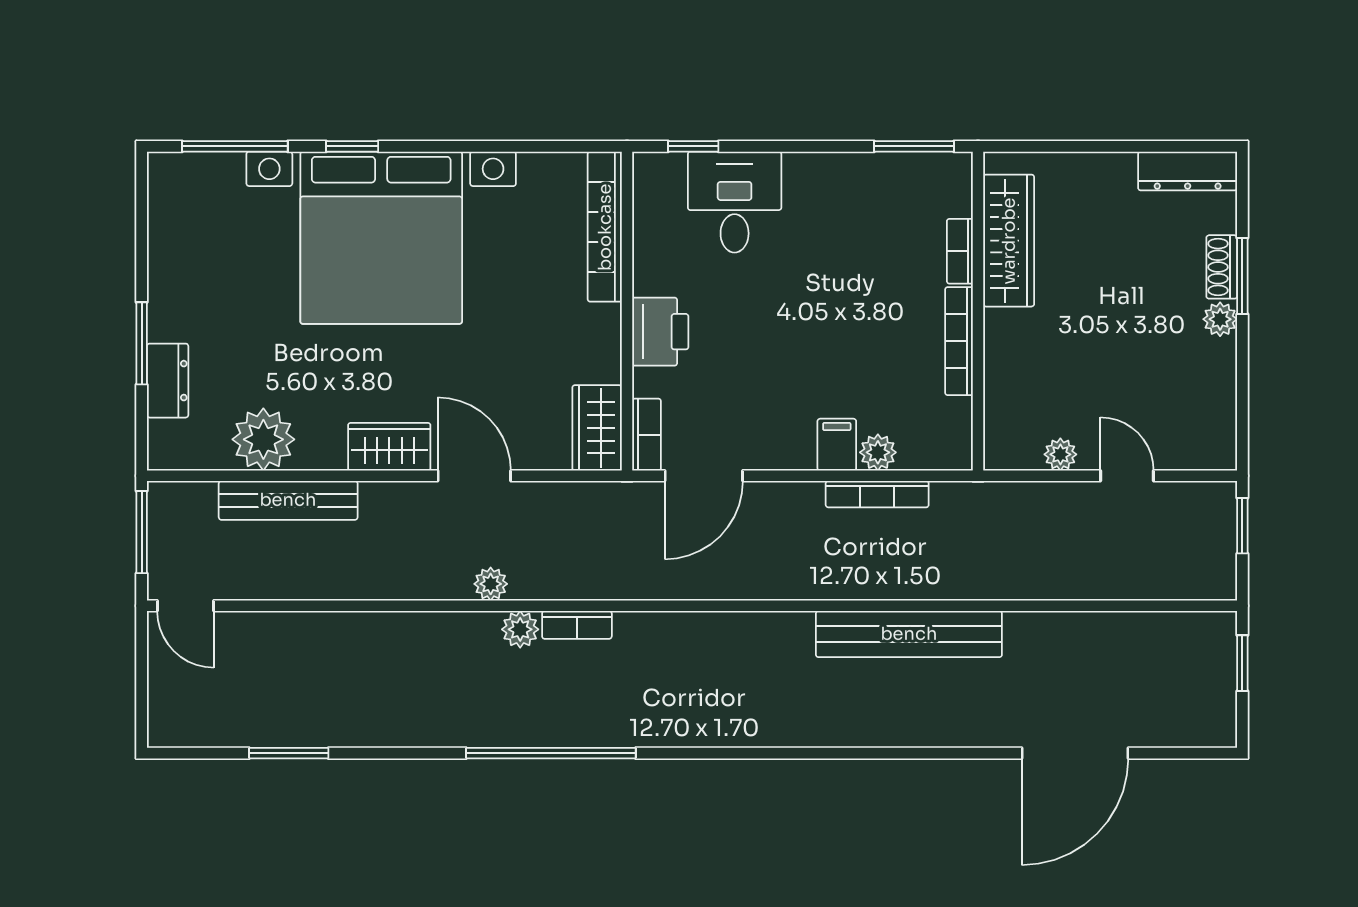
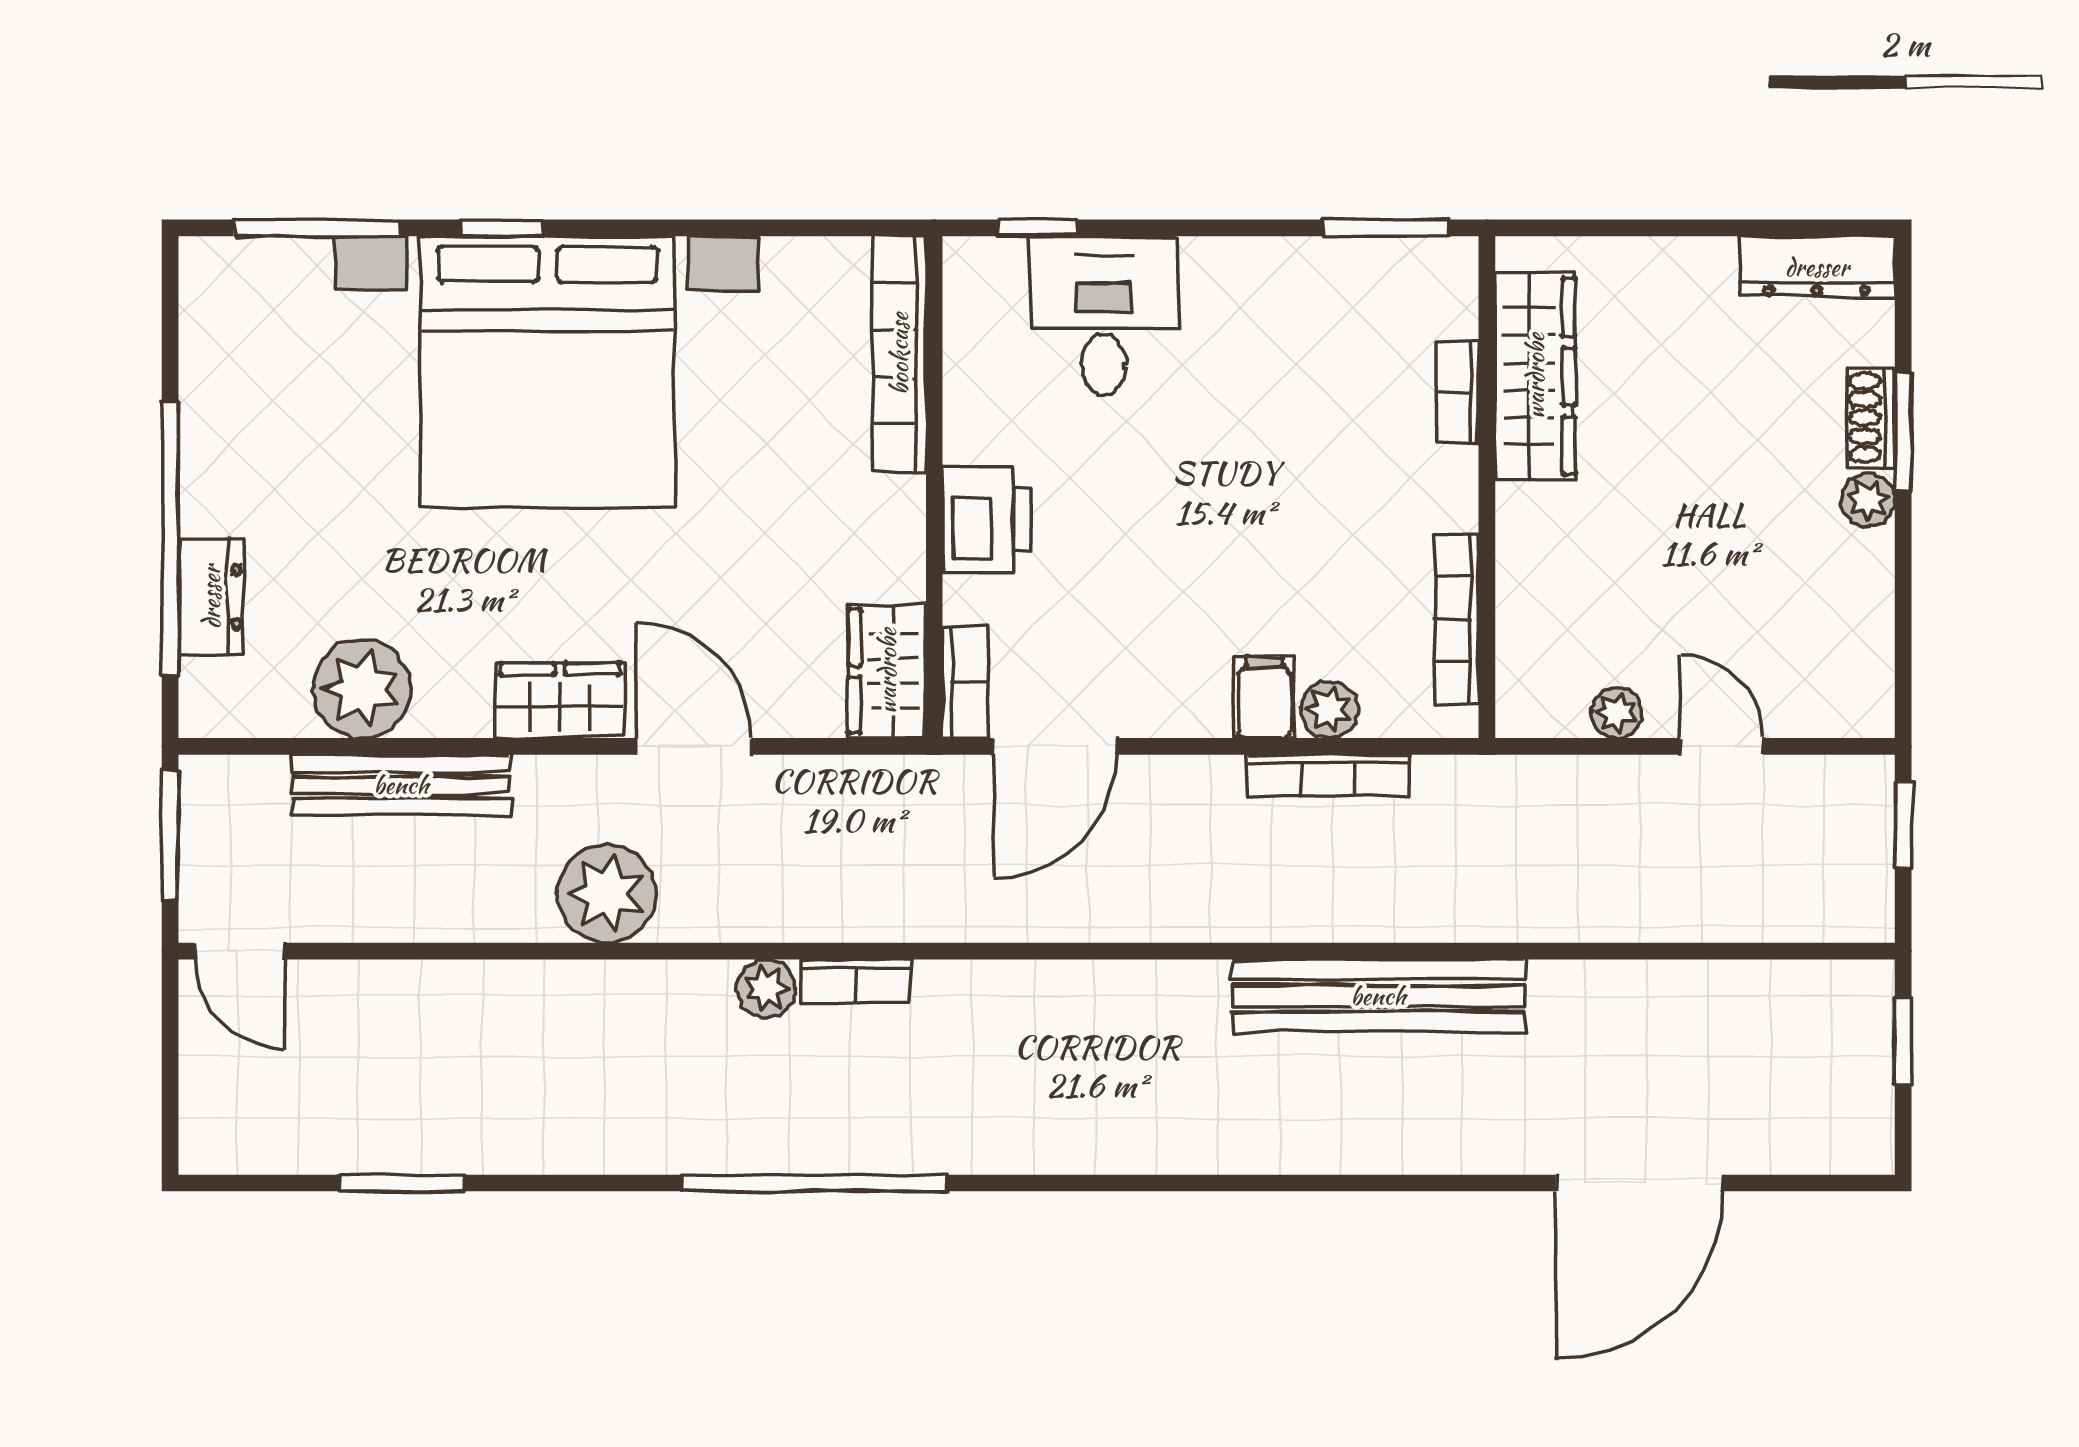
bookcase: (959, 341) -> (1457, 619), moved
window: (142, 343) -> (170, 538), width x2.11
plant: (491, 584) -> (607, 894), moved, width x1.87, depth x1.87

